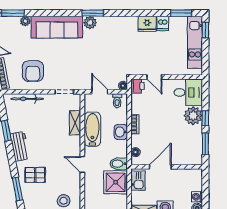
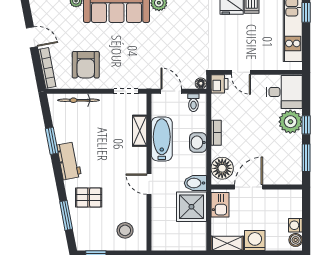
floor lamp: (136, 152) -> (222, 168), width x1.89, depth x1.89

